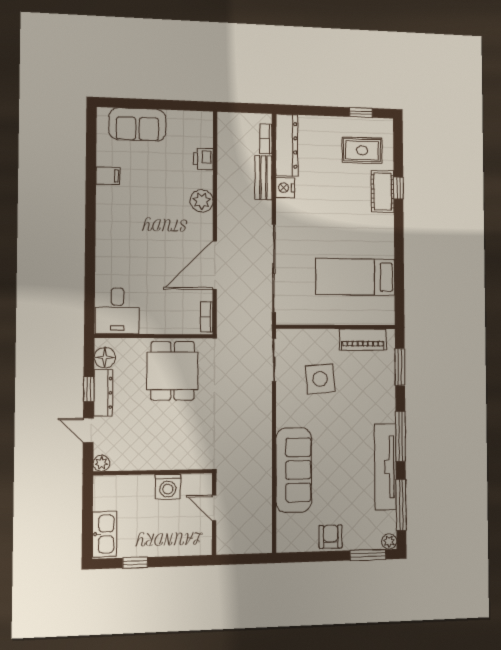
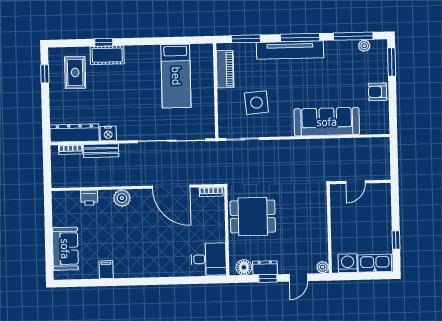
dresser: (103, 393) -> (265, 268), width x0.70
tv unit: (385, 467) -> (290, 50), moved
washing machine: (168, 487) -> (348, 263), moved, turned -90
plant: (389, 541) -> (364, 46), moved

